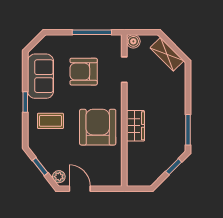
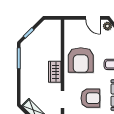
wardrobe: (136, 126) -> (55, 72), moved

